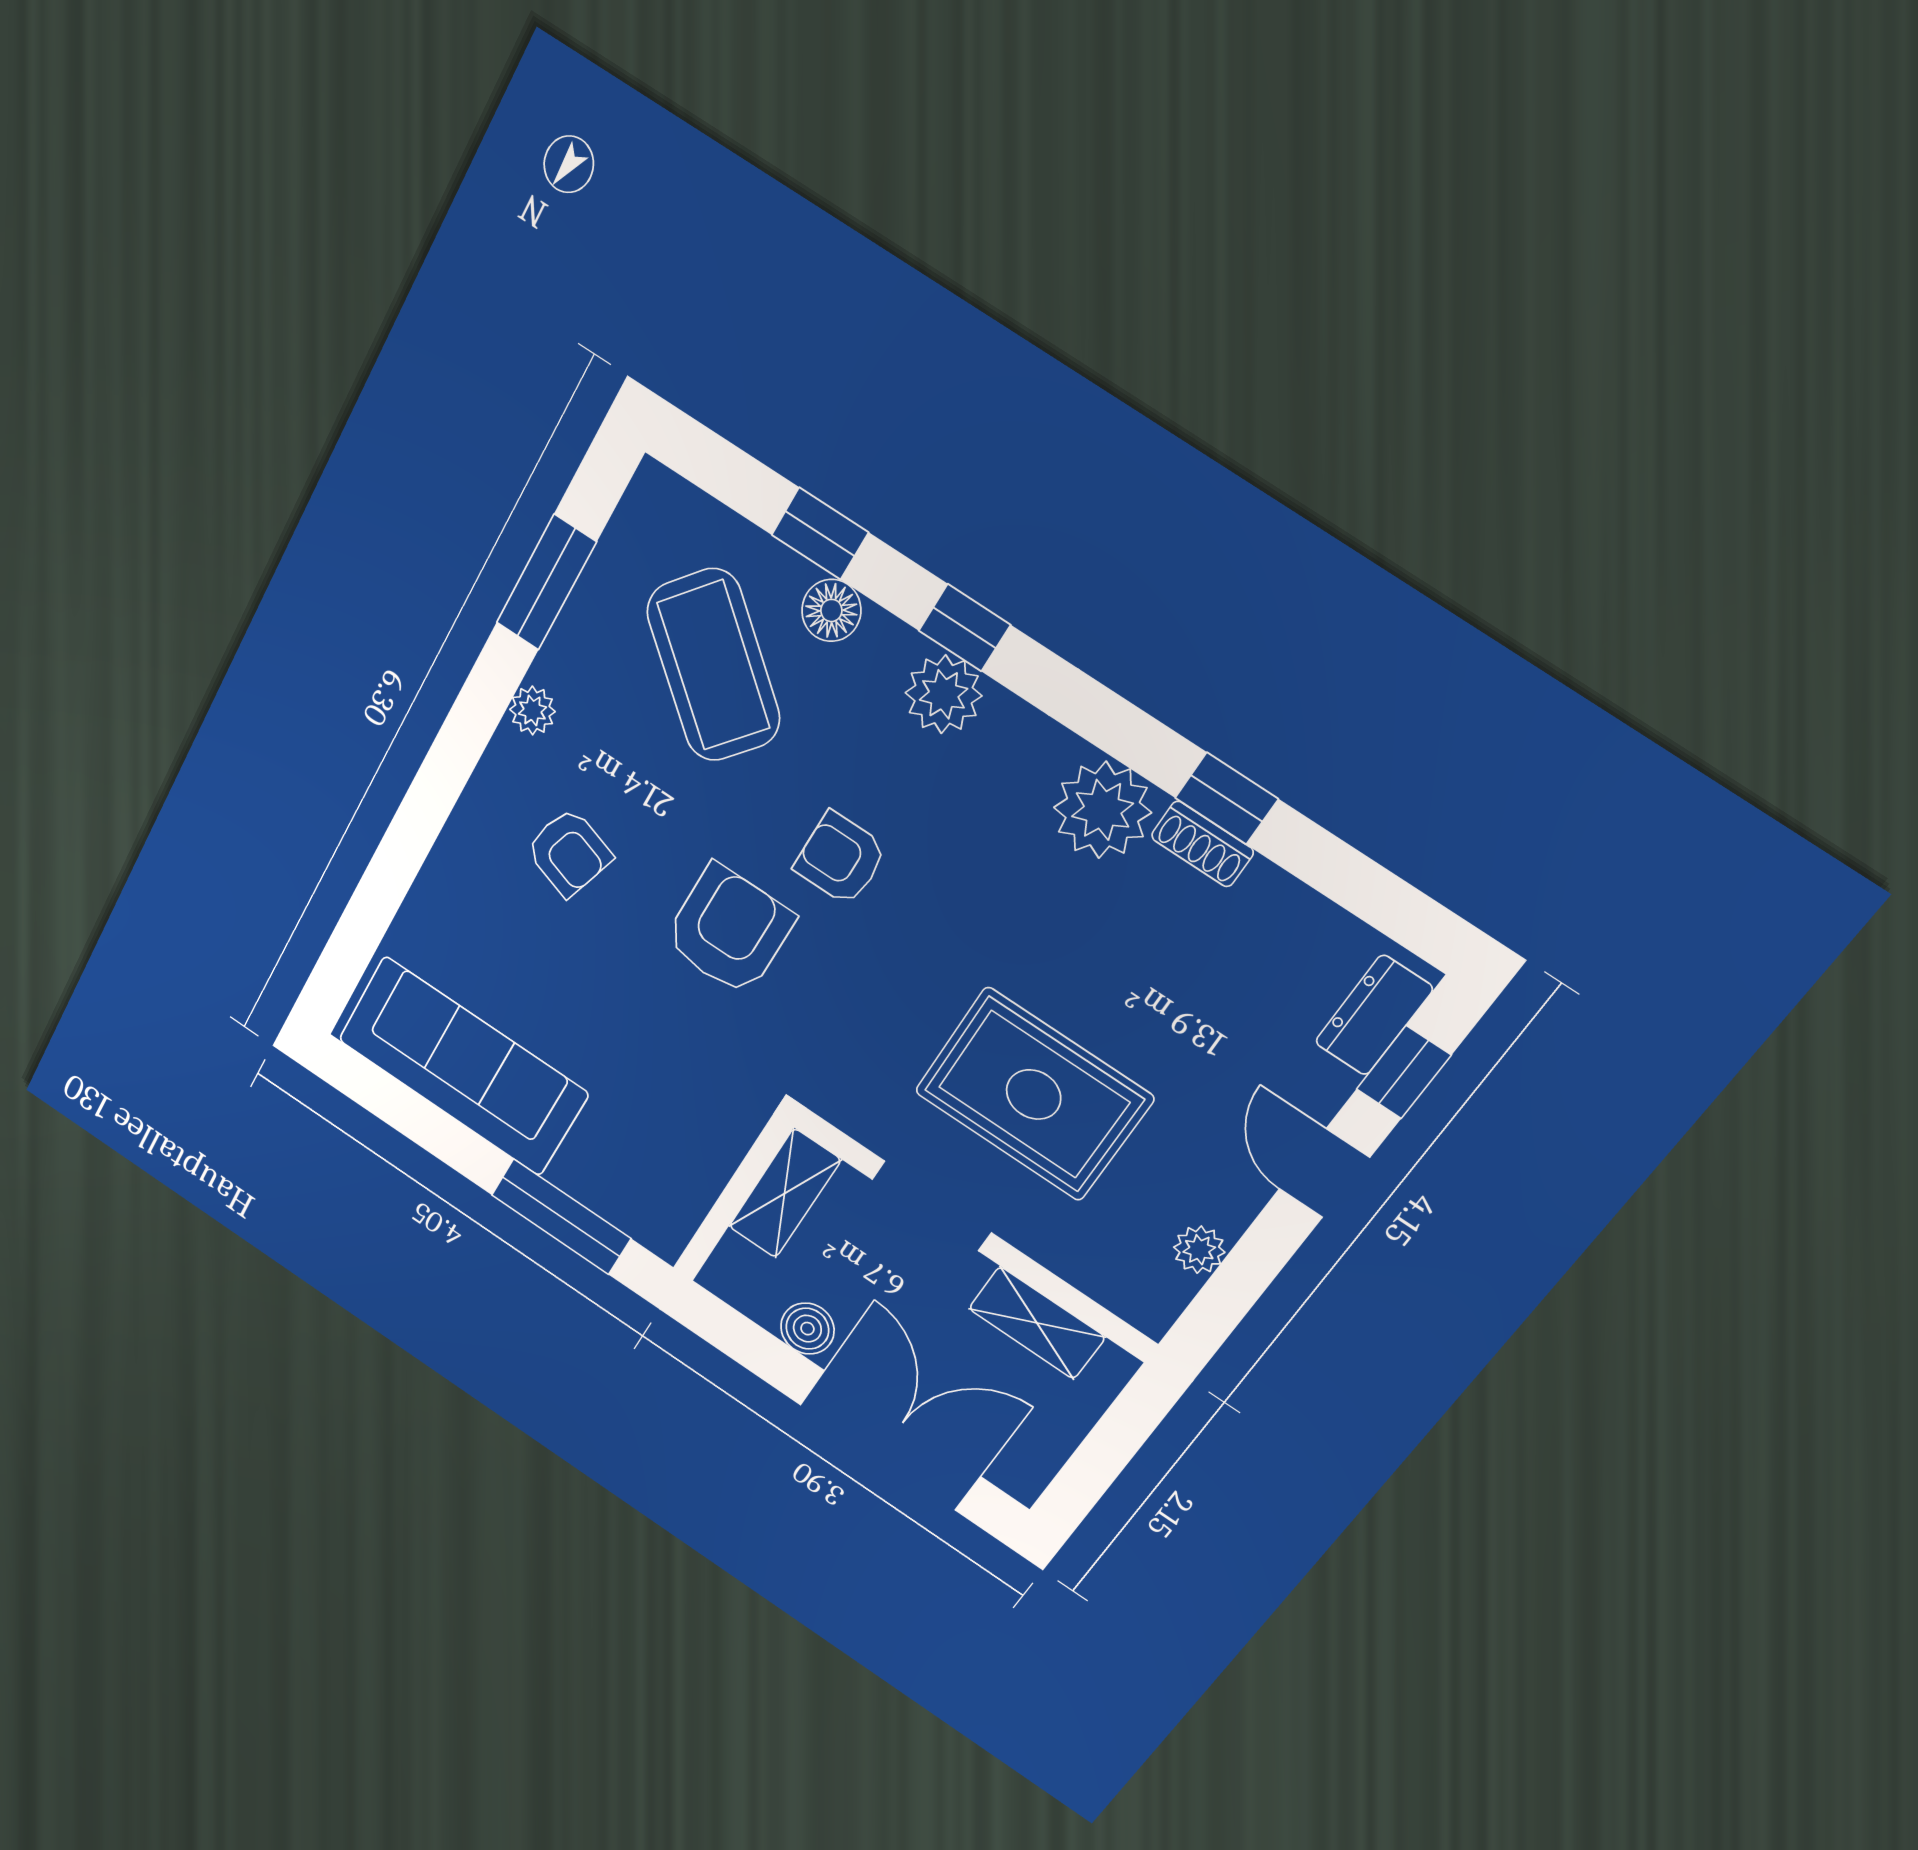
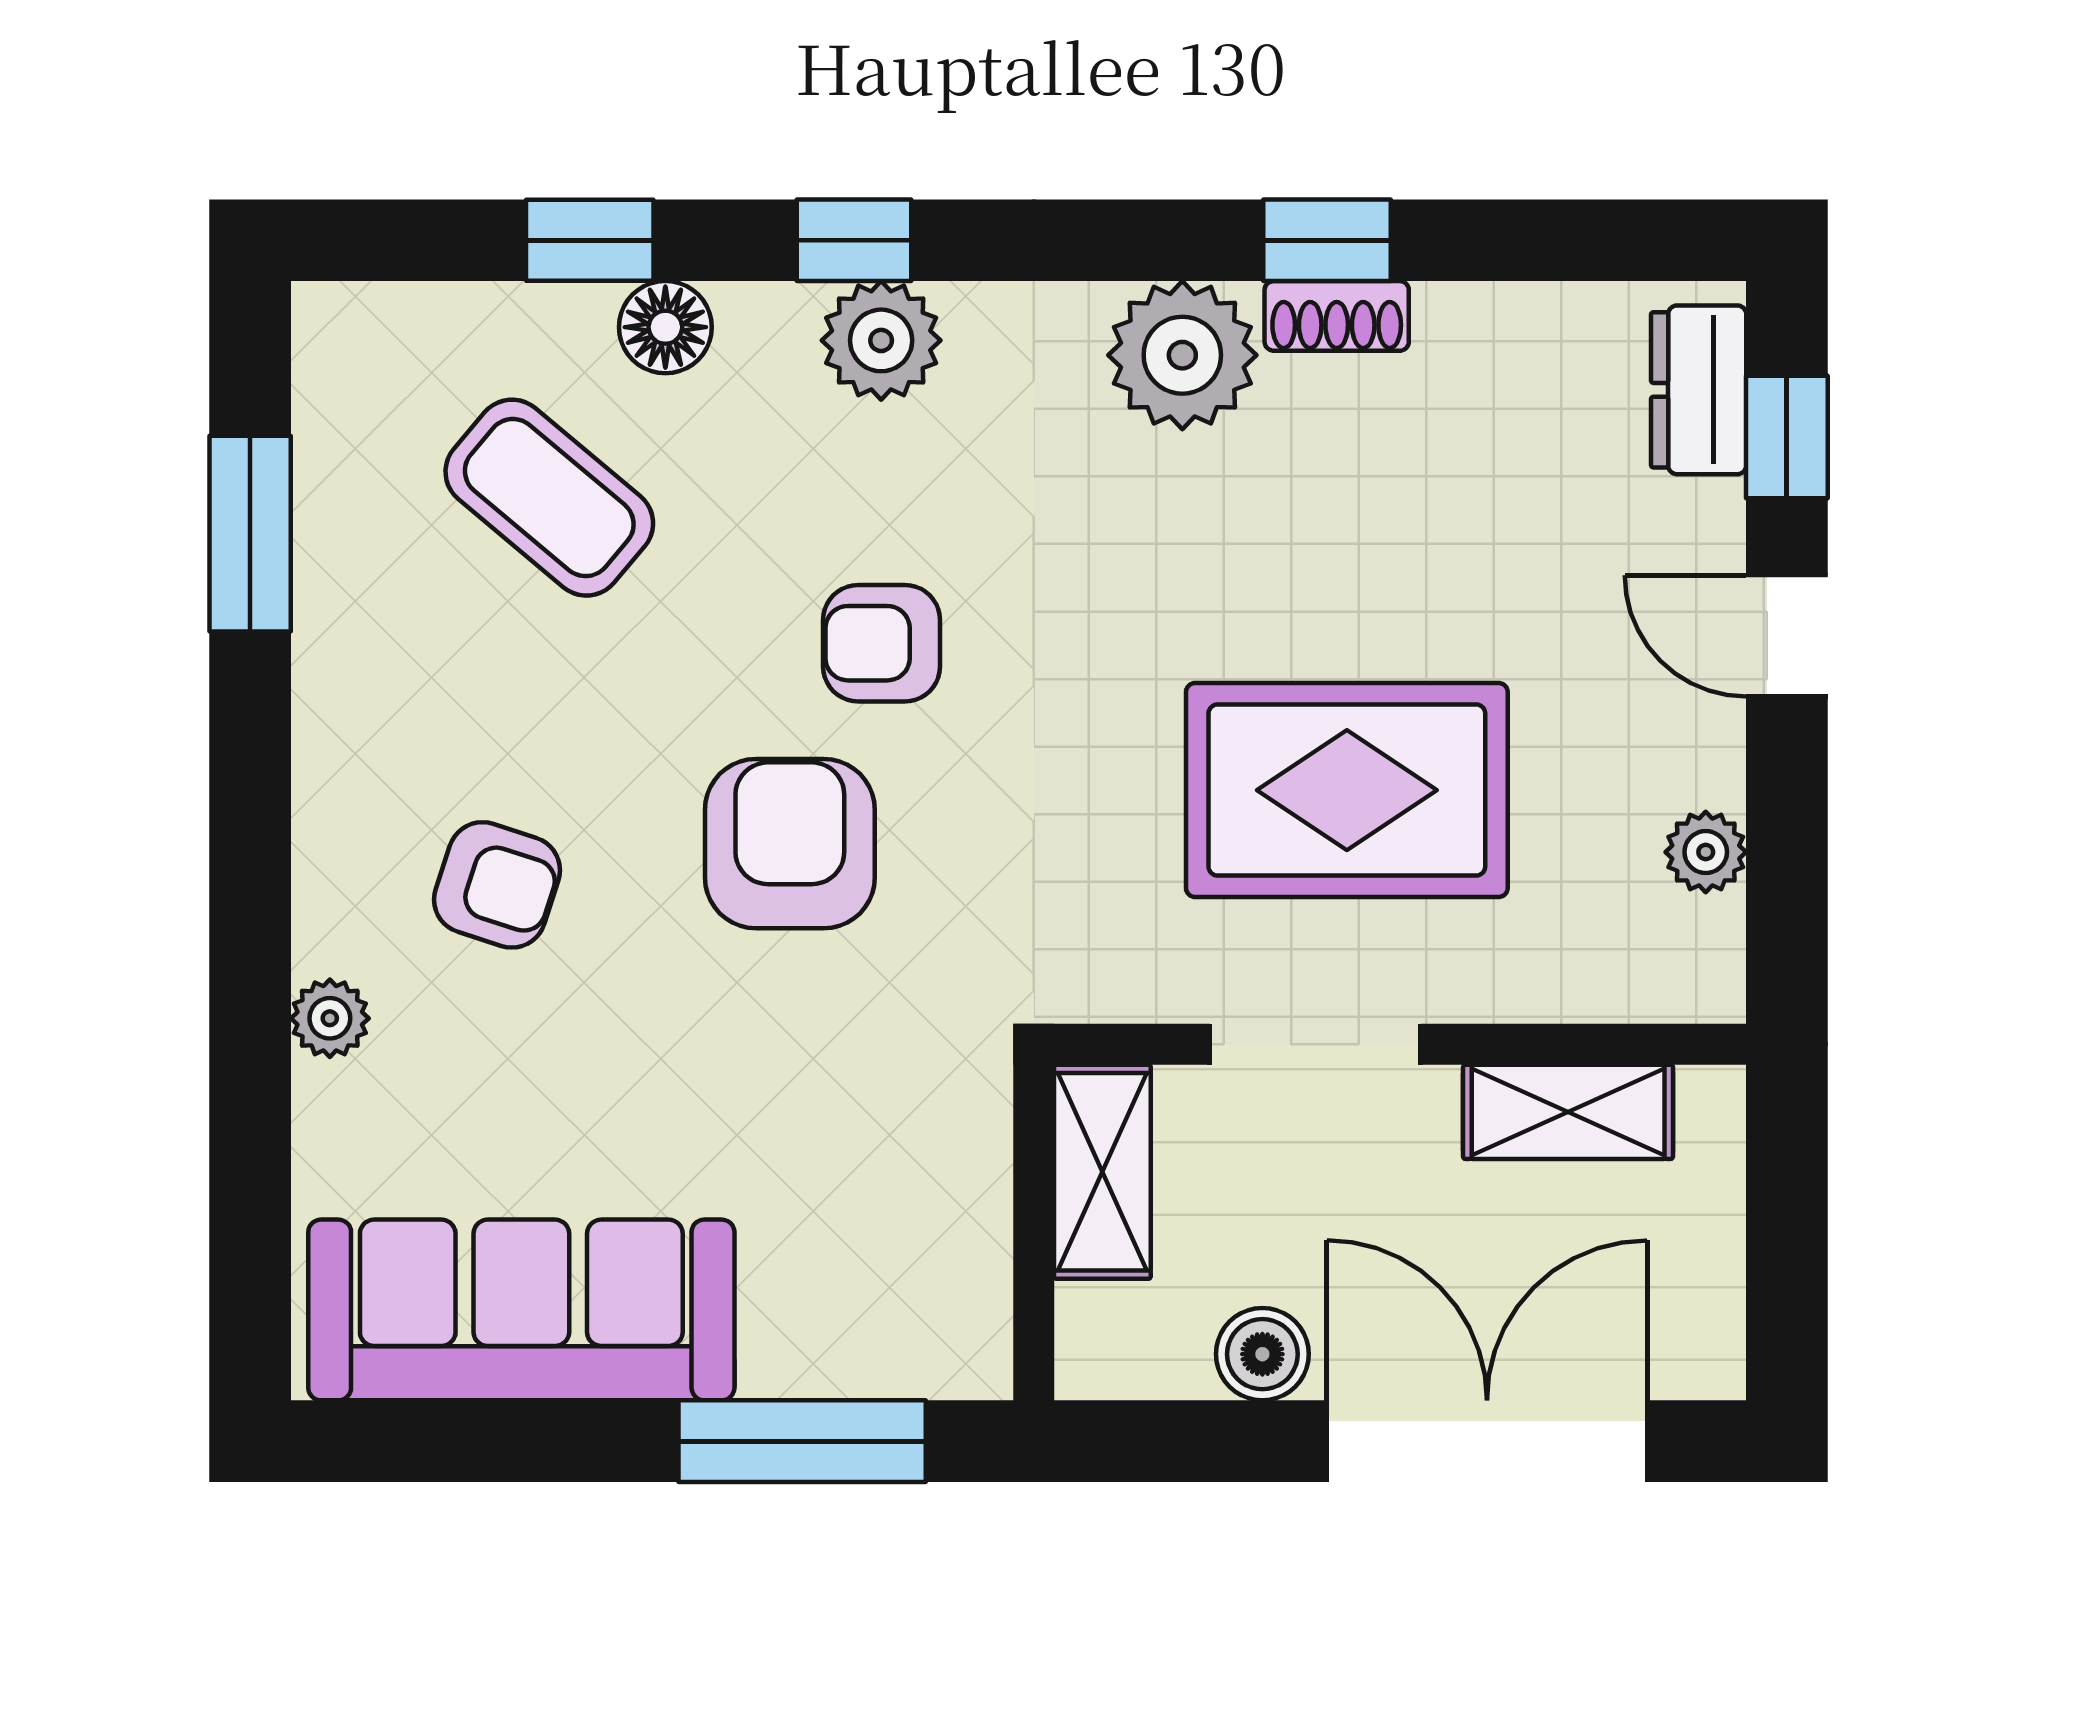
coffee table: (713, 665) -> (549, 498), width x0.73, depth x0.76
plant: (532, 710) -> (330, 1018), moved

